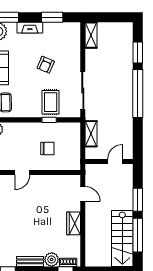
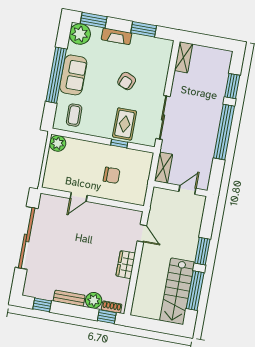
wall: (109, 161) -> (180, 189), moved
door: (115, 161) -> (187, 190), moved

